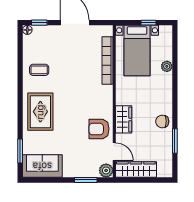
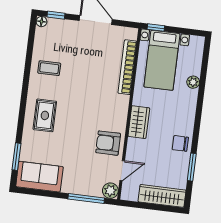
window: (149, 23) -> (156, 28), moved
rug: (40, 112) -> (45, 115), width x0.73, depth x0.70
wardrobe: (124, 119) -> (139, 122), moved
door: (114, 152) -> (122, 171), hinge flipped
wardrobe: (136, 169) -> (162, 196), moved
window: (86, 180) -> (86, 198), width x1.44

